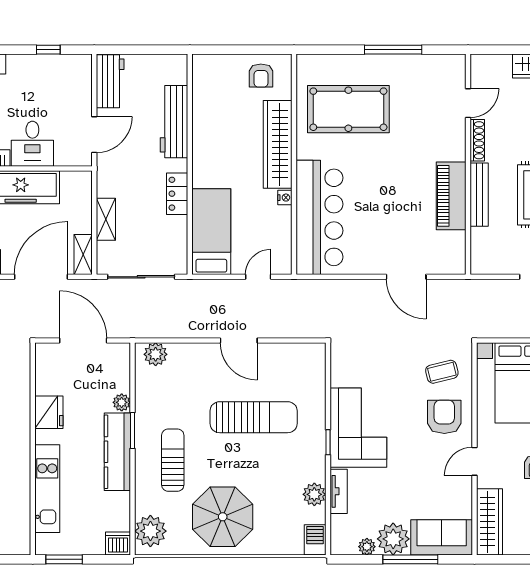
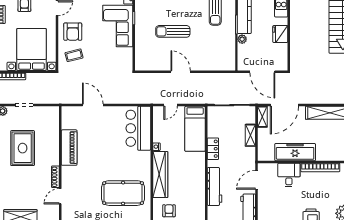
bench: (479, 195) -> (54, 148), removed
bar counter: (319, 217) -> (138, 128), width x0.73
plant: (156, 354) -> (224, 64), removed
sun lounger: (254, 417) -> (173, 31), width x0.73, depth x0.75

